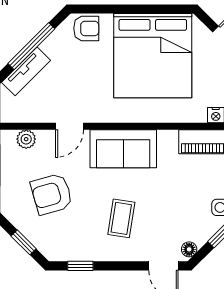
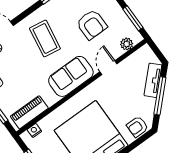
armchair: (52, 194) -> (92, 24), turned 106
coffee table: (121, 218) -> (45, 38), width x1.36, depth x1.30

